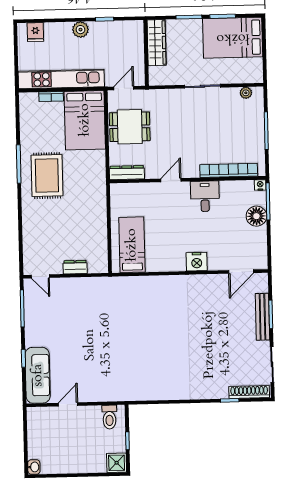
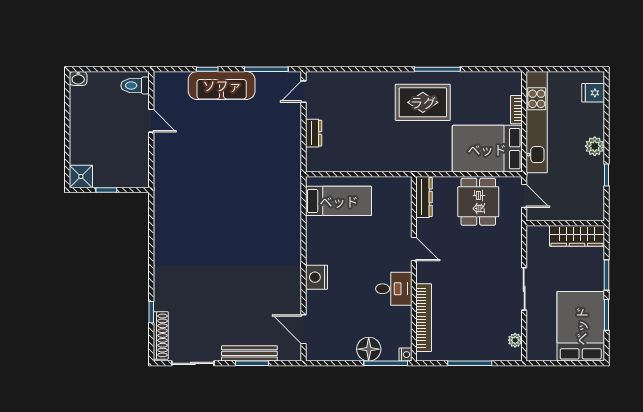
sofa: (38, 375) -> (222, 85), moved
toilet: (109, 417) -> (135, 86), moved

